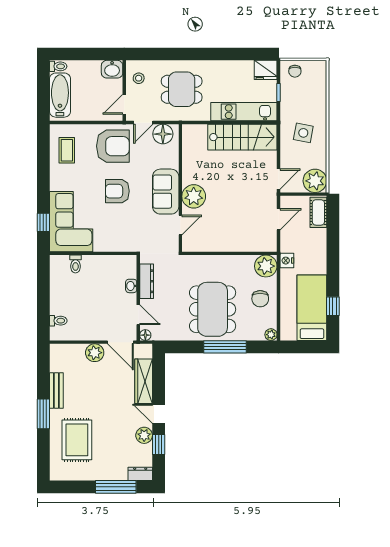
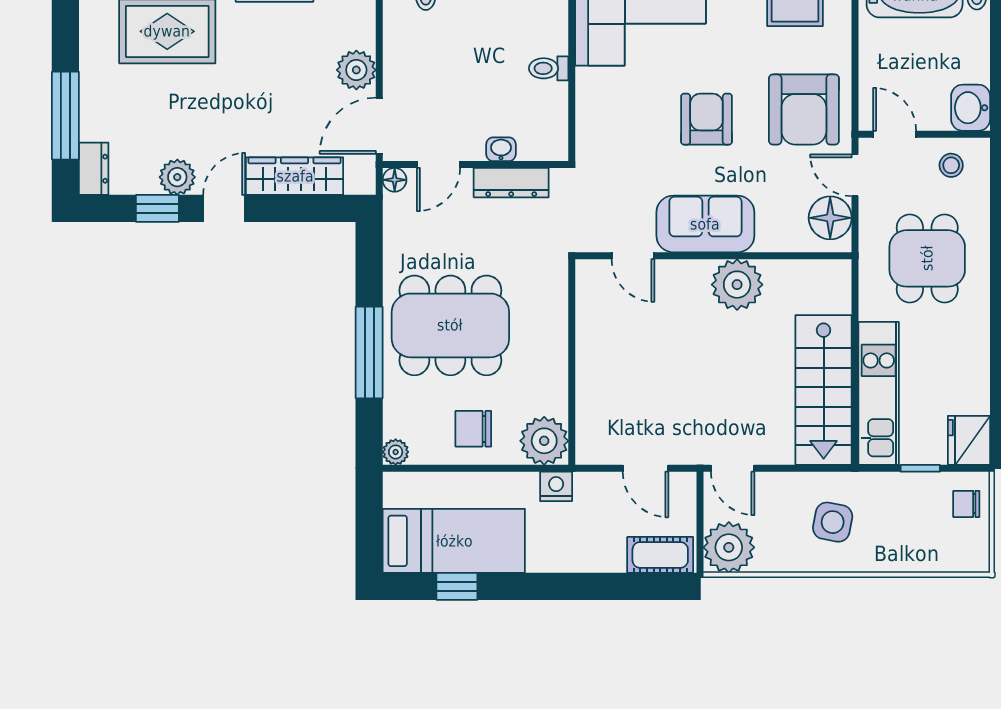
plant: (194, 196) -> (737, 285), moved
toilet: (75, 264) -> (549, 68), moved

